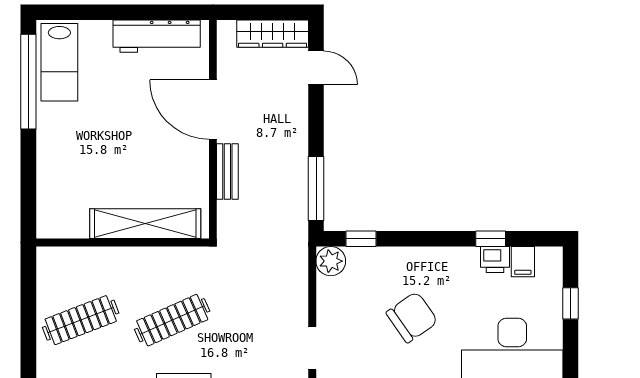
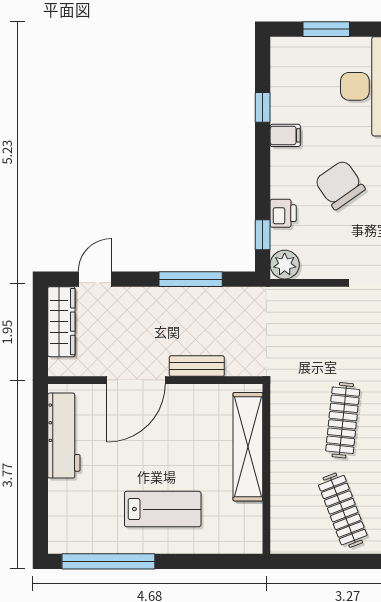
lab bench: (59, 62) -> (163, 509), moved
window: (316, 188) -> (191, 279), moved
printer: (495, 259) -> (283, 213), moved
filing cabinet: (523, 262) -> (285, 135), moved
window: (571, 303) -> (326, 29), width x1.50
clothes rail: (172, 320) -> (343, 420), turned 30

